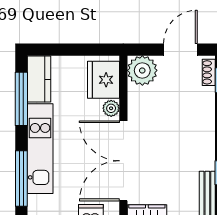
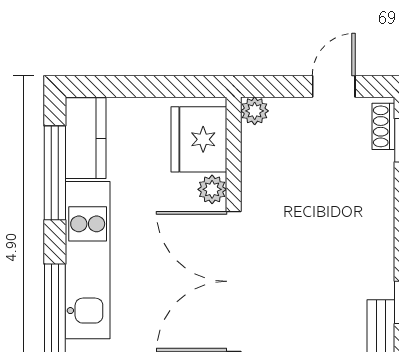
door: (180, 50) -> (334, 86), width x0.73
plant: (142, 70) -> (255, 111), width x0.53, depth x0.53

